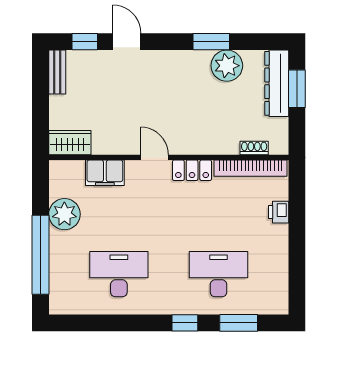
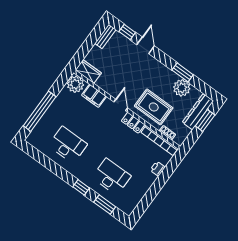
rug: (206, 125) -> (154, 107), added
plant: (64, 214) -> (75, 84), moved

